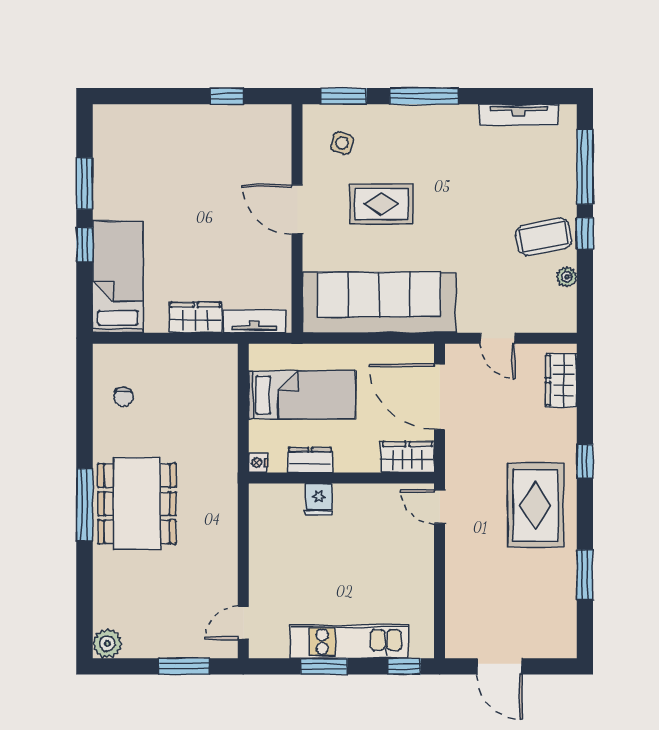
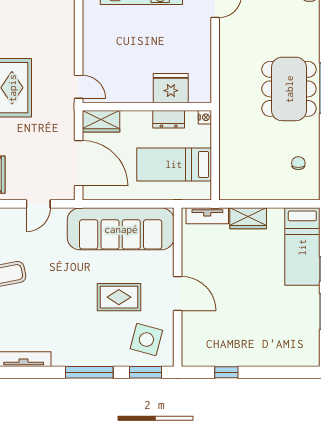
side table: (342, 143) -> (146, 340), width x1.87, depth x1.87
door: (498, 338) -> (38, 204), swing flipped
fridge: (319, 499) -> (171, 88), width x1.88, depth x1.34

